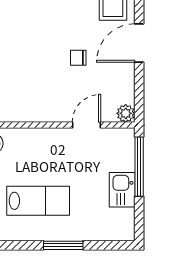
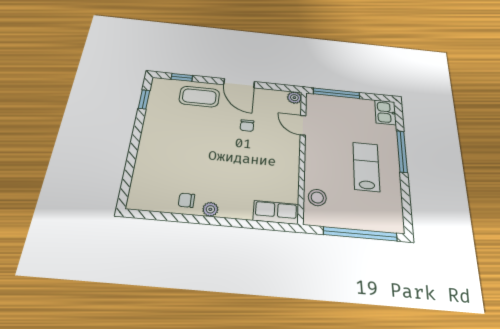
kitchen sink: (122, 190) -> (385, 112), moved, turned 90
window: (63, 245) -> (402, 151), width x1.44

